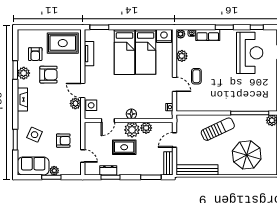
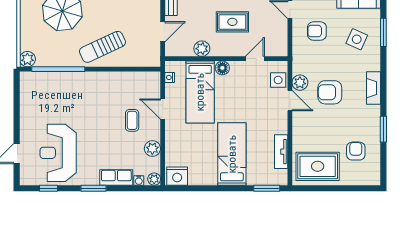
bed: (146, 52) -> (200, 92), moved, turned 180
plant: (24, 73) -> (372, 125), removed
armchair: (48, 75) -> (330, 92), moved
plant: (132, 130) -> (221, 46), removed

